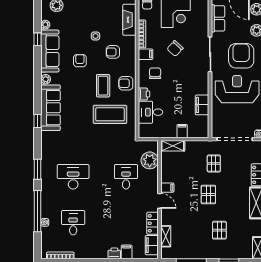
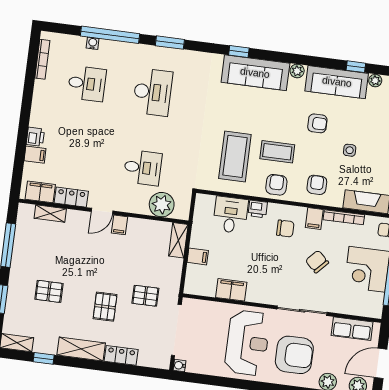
armchair: (113, 52) -> (317, 185), moved
pallet: (208, 195) -> (105, 307), moved, turned 90

